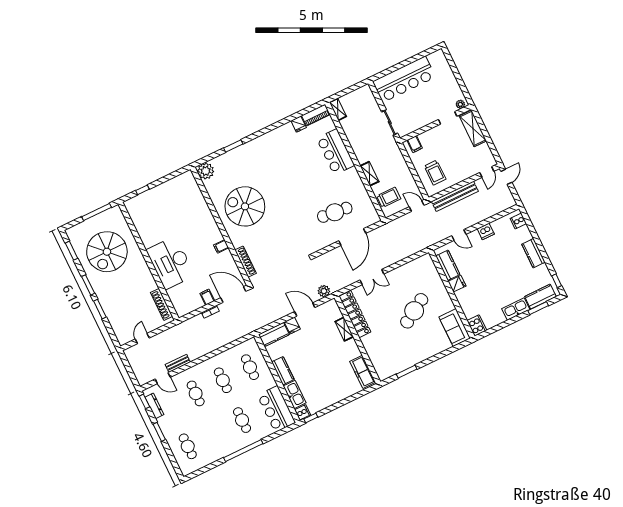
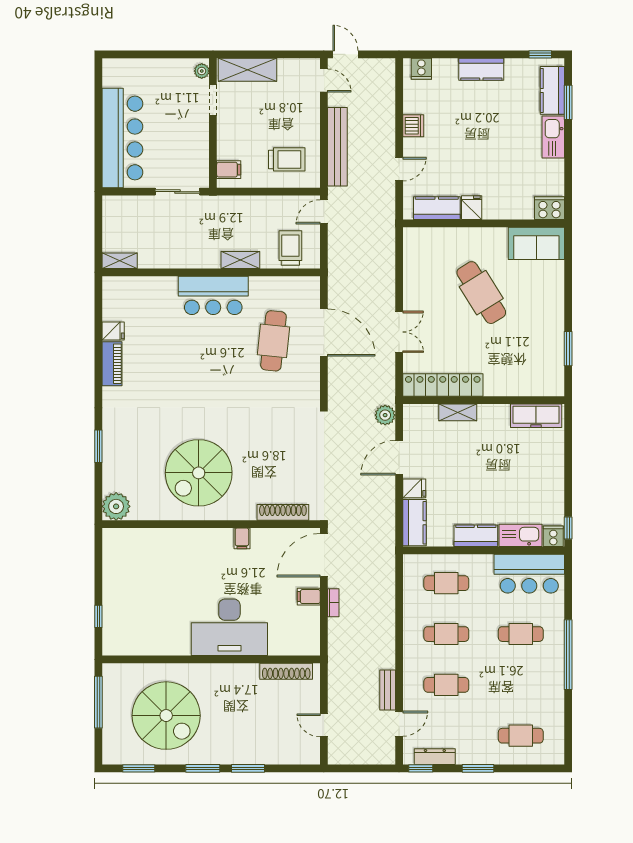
piano: (316, 115) -> (112, 364), moved
bar counter: (335, 152) -> (213, 295), moved

